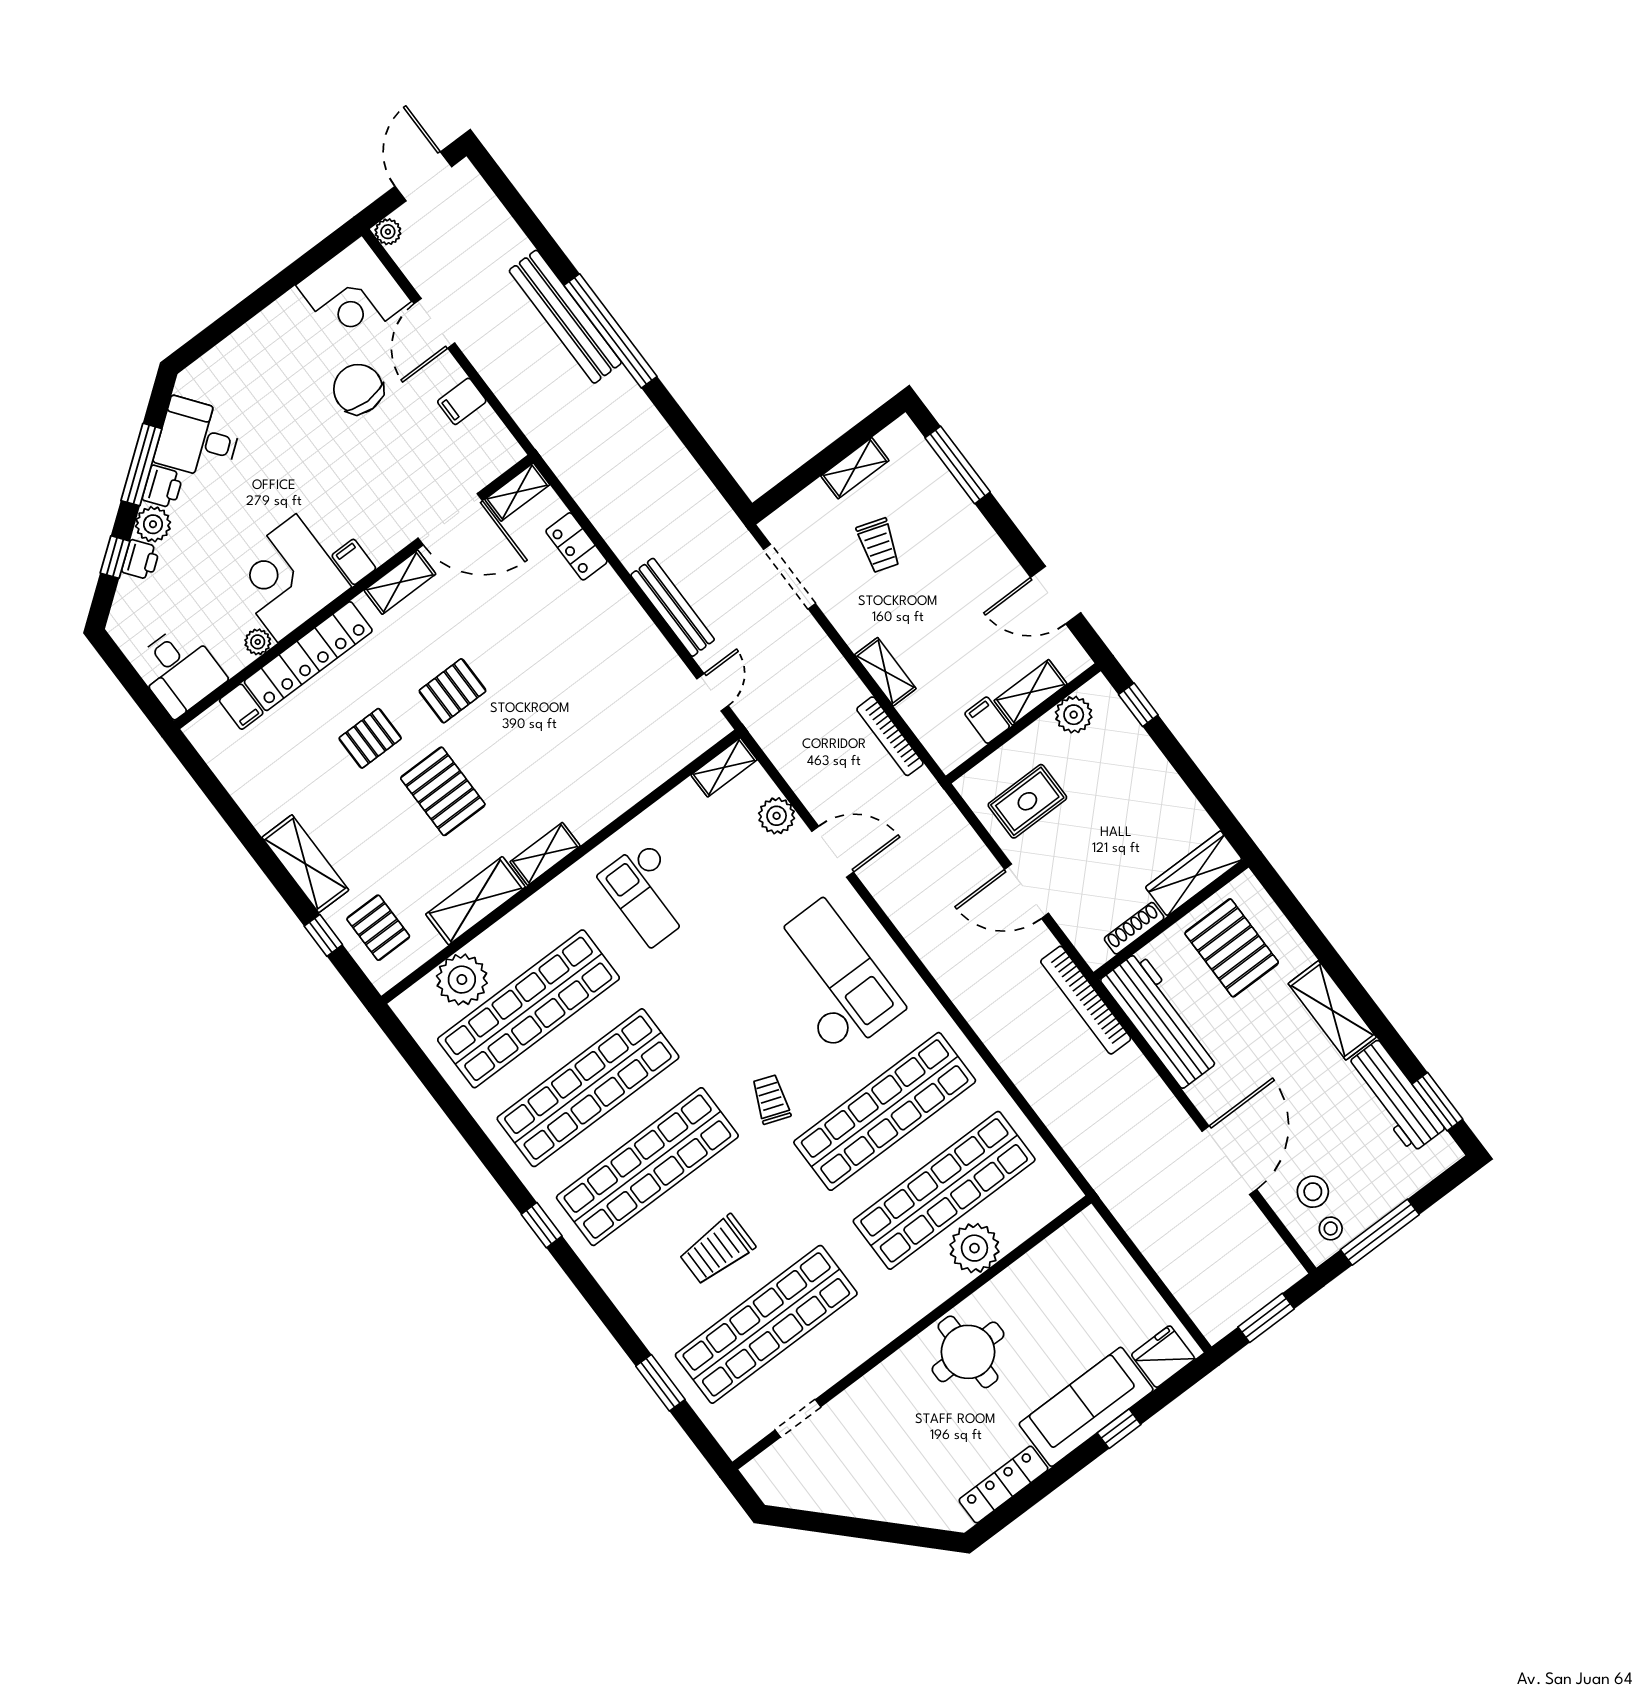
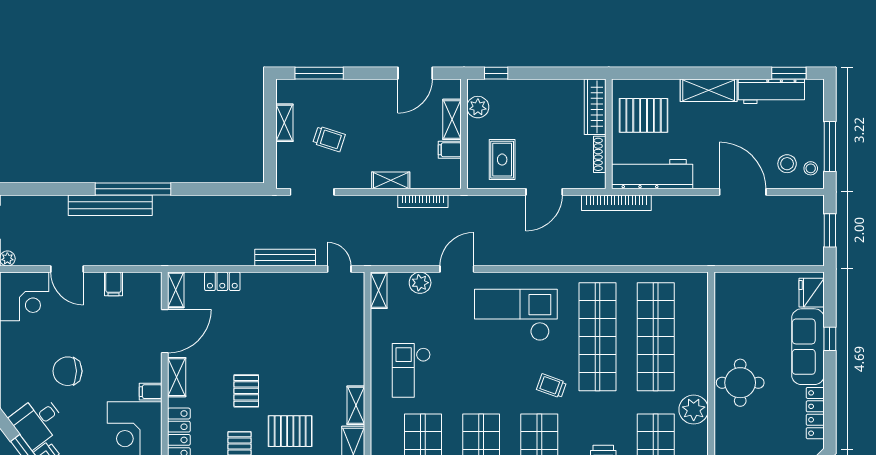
chair: (358, 389) -> (68, 371), moved
checkout: (649, 893) -> (411, 370), turned 90
plant: (974, 1248) -> (694, 410), moved

